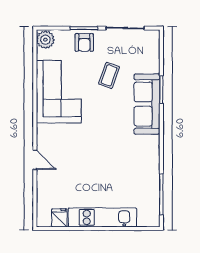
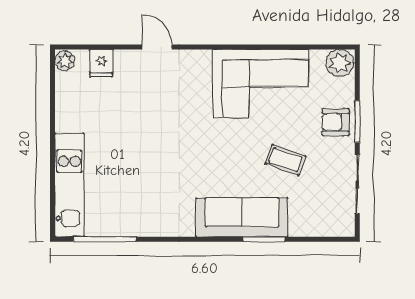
door: (35, 160) -> (157, 47), swing flipped
kitchen unit: (102, 217) -> (69, 185), moved
fridge: (59, 218) -> (101, 63), moved, turned 90
plant: (44, 220) -> (65, 61), added

